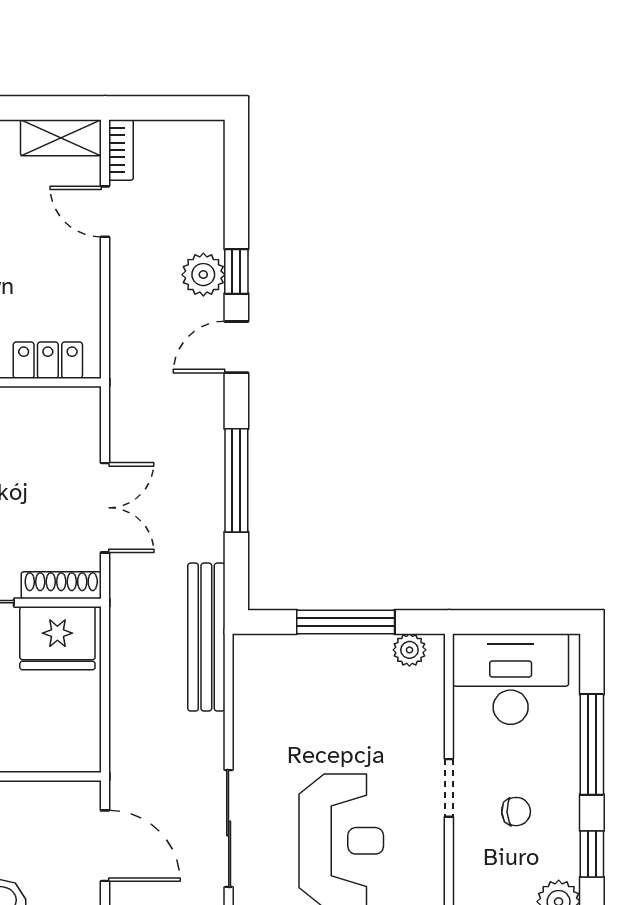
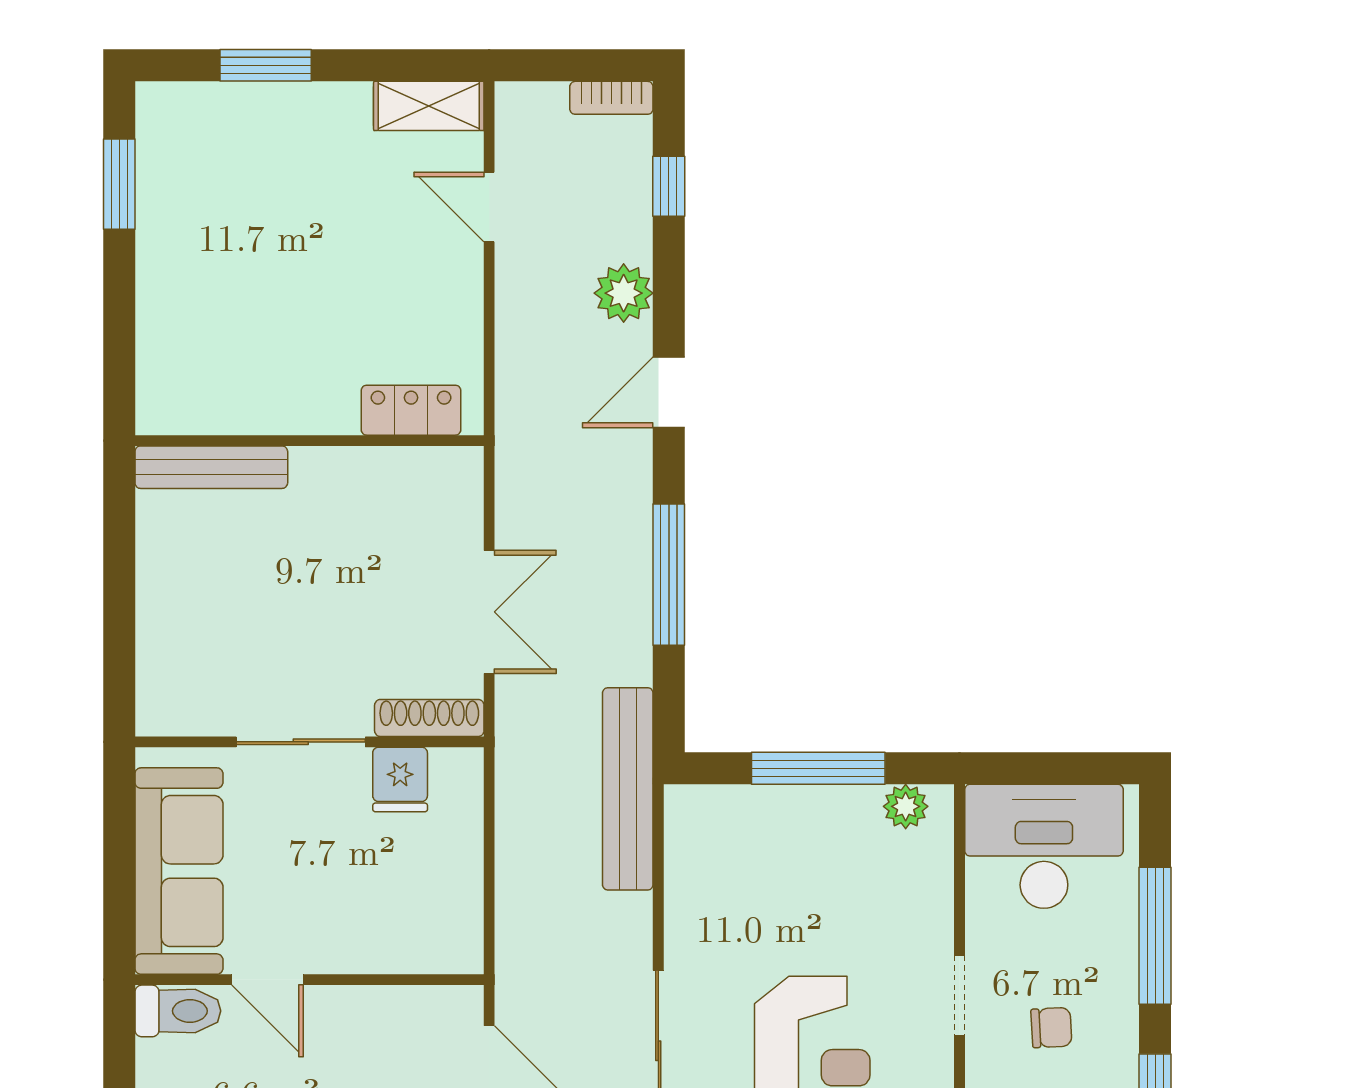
bookcase: (121, 150) -> (611, 98), moved, turned 90
window: (236, 271) -> (669, 186), moved
fridge: (57, 638) -> (400, 780), width x0.53, depth x0.75

